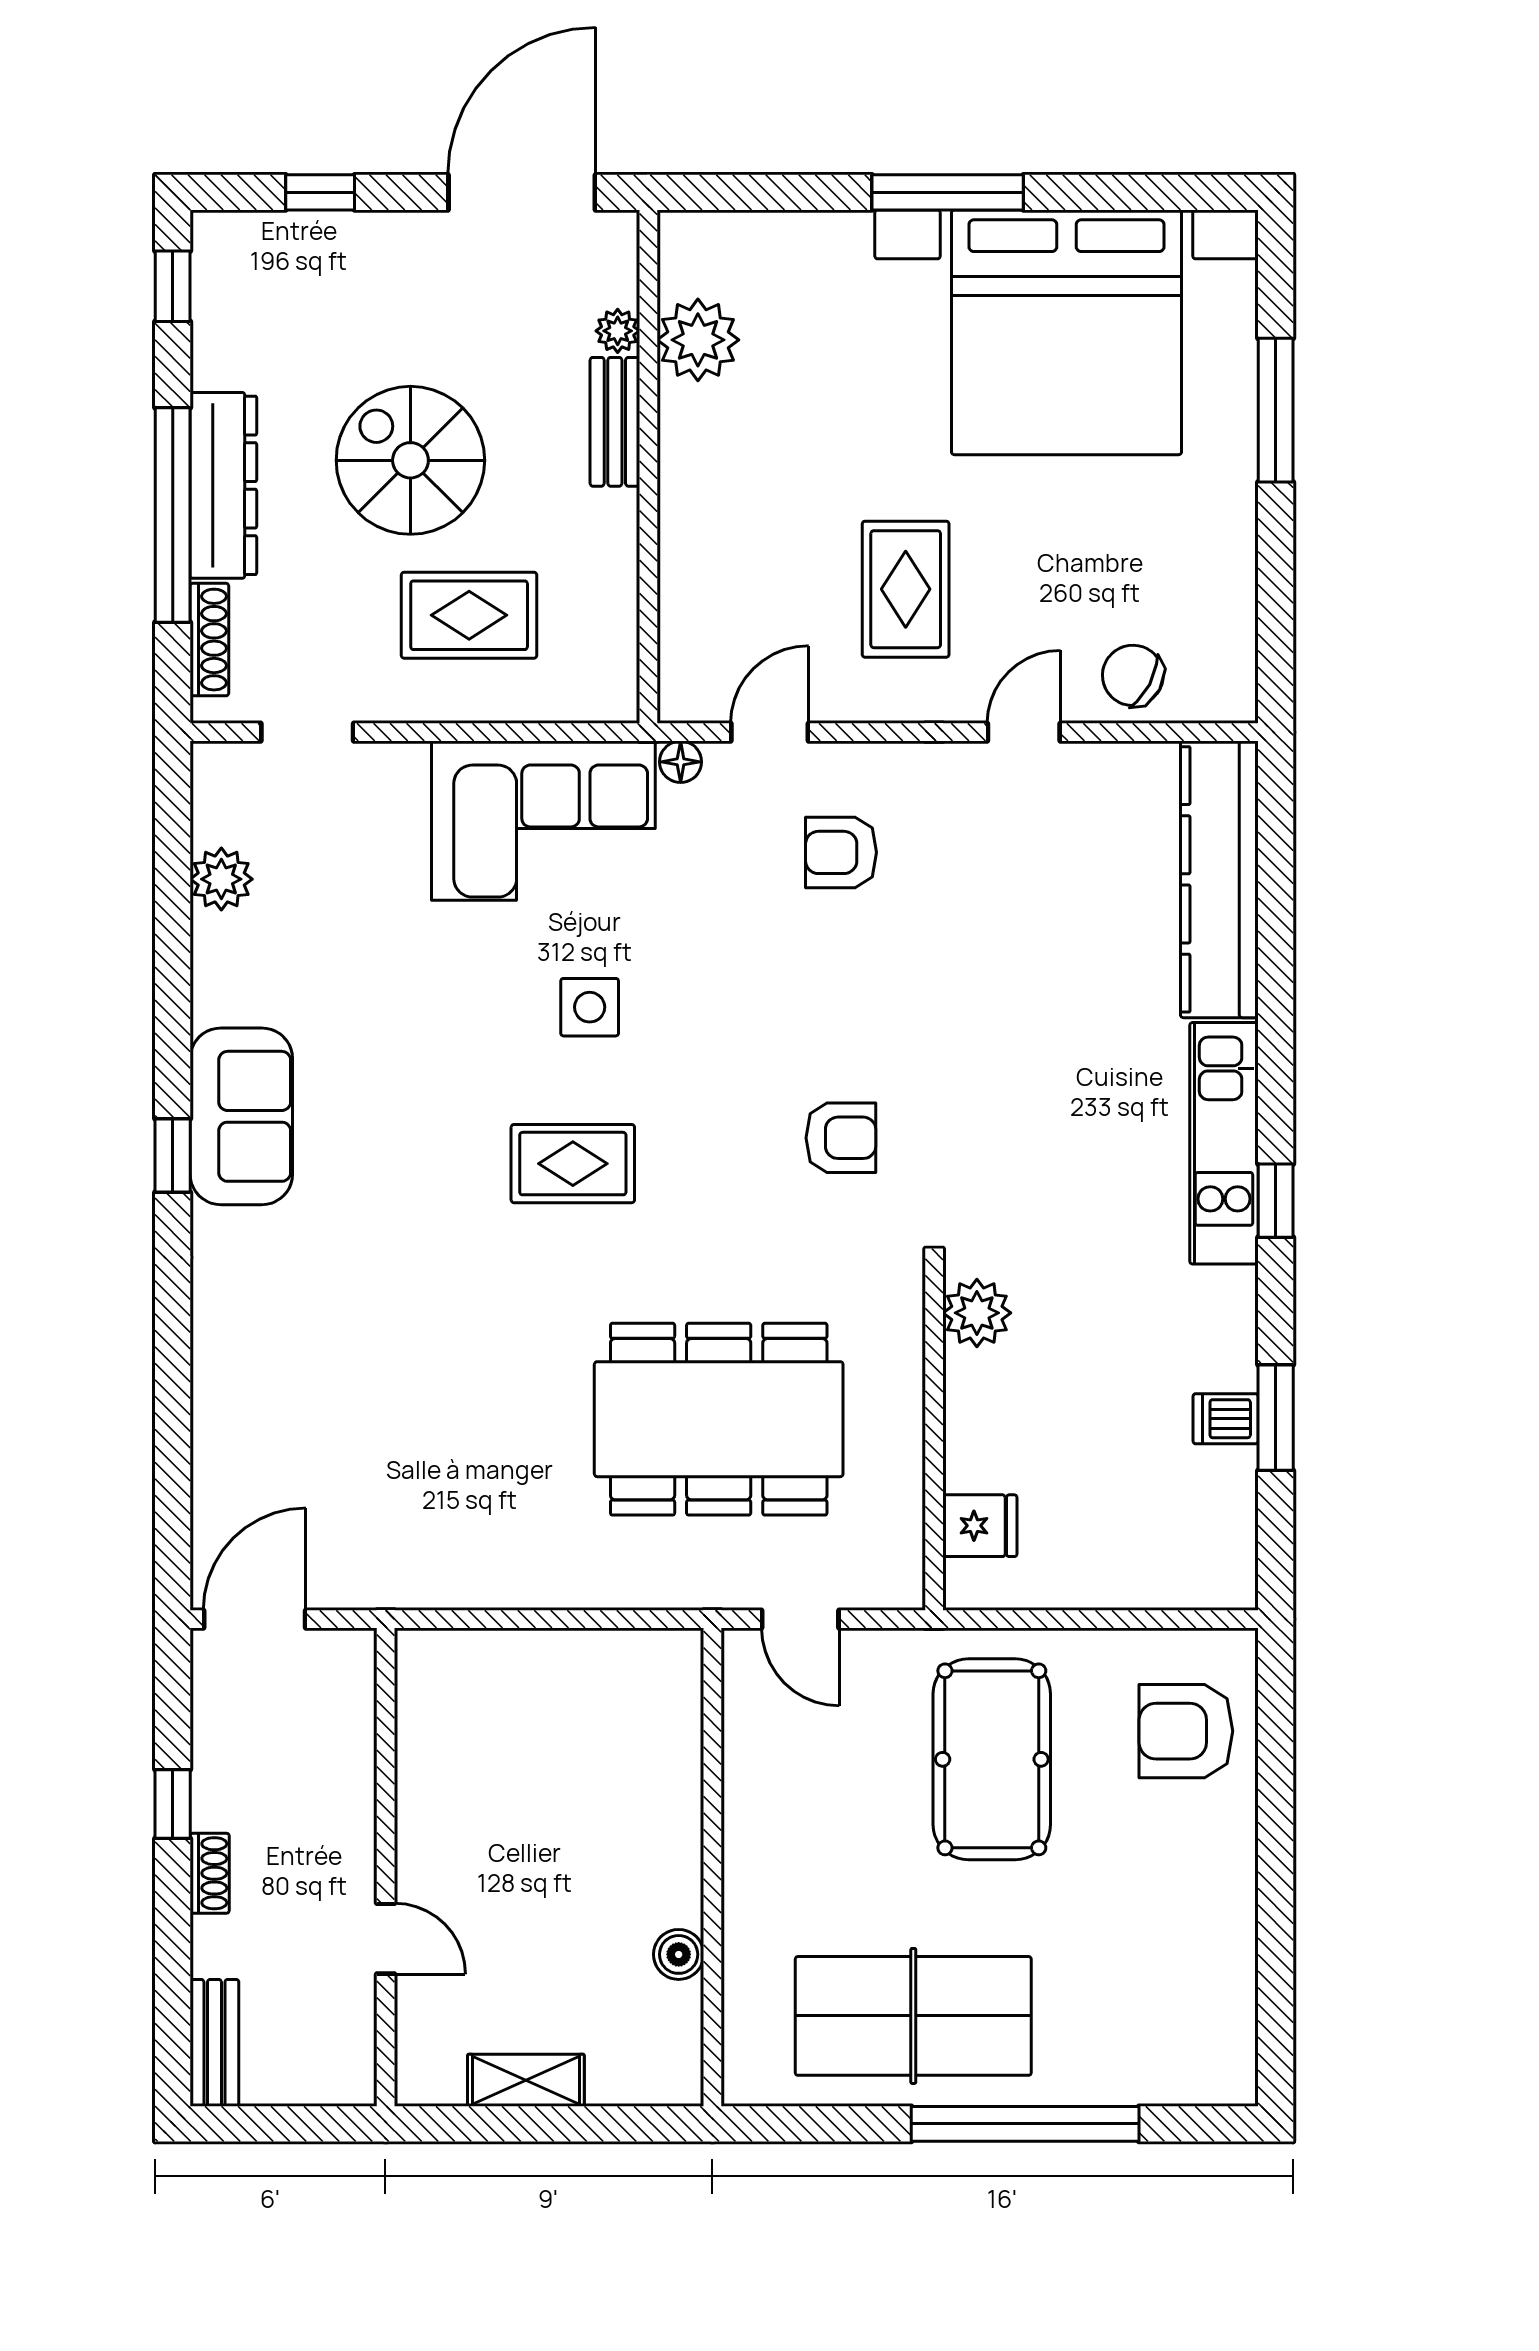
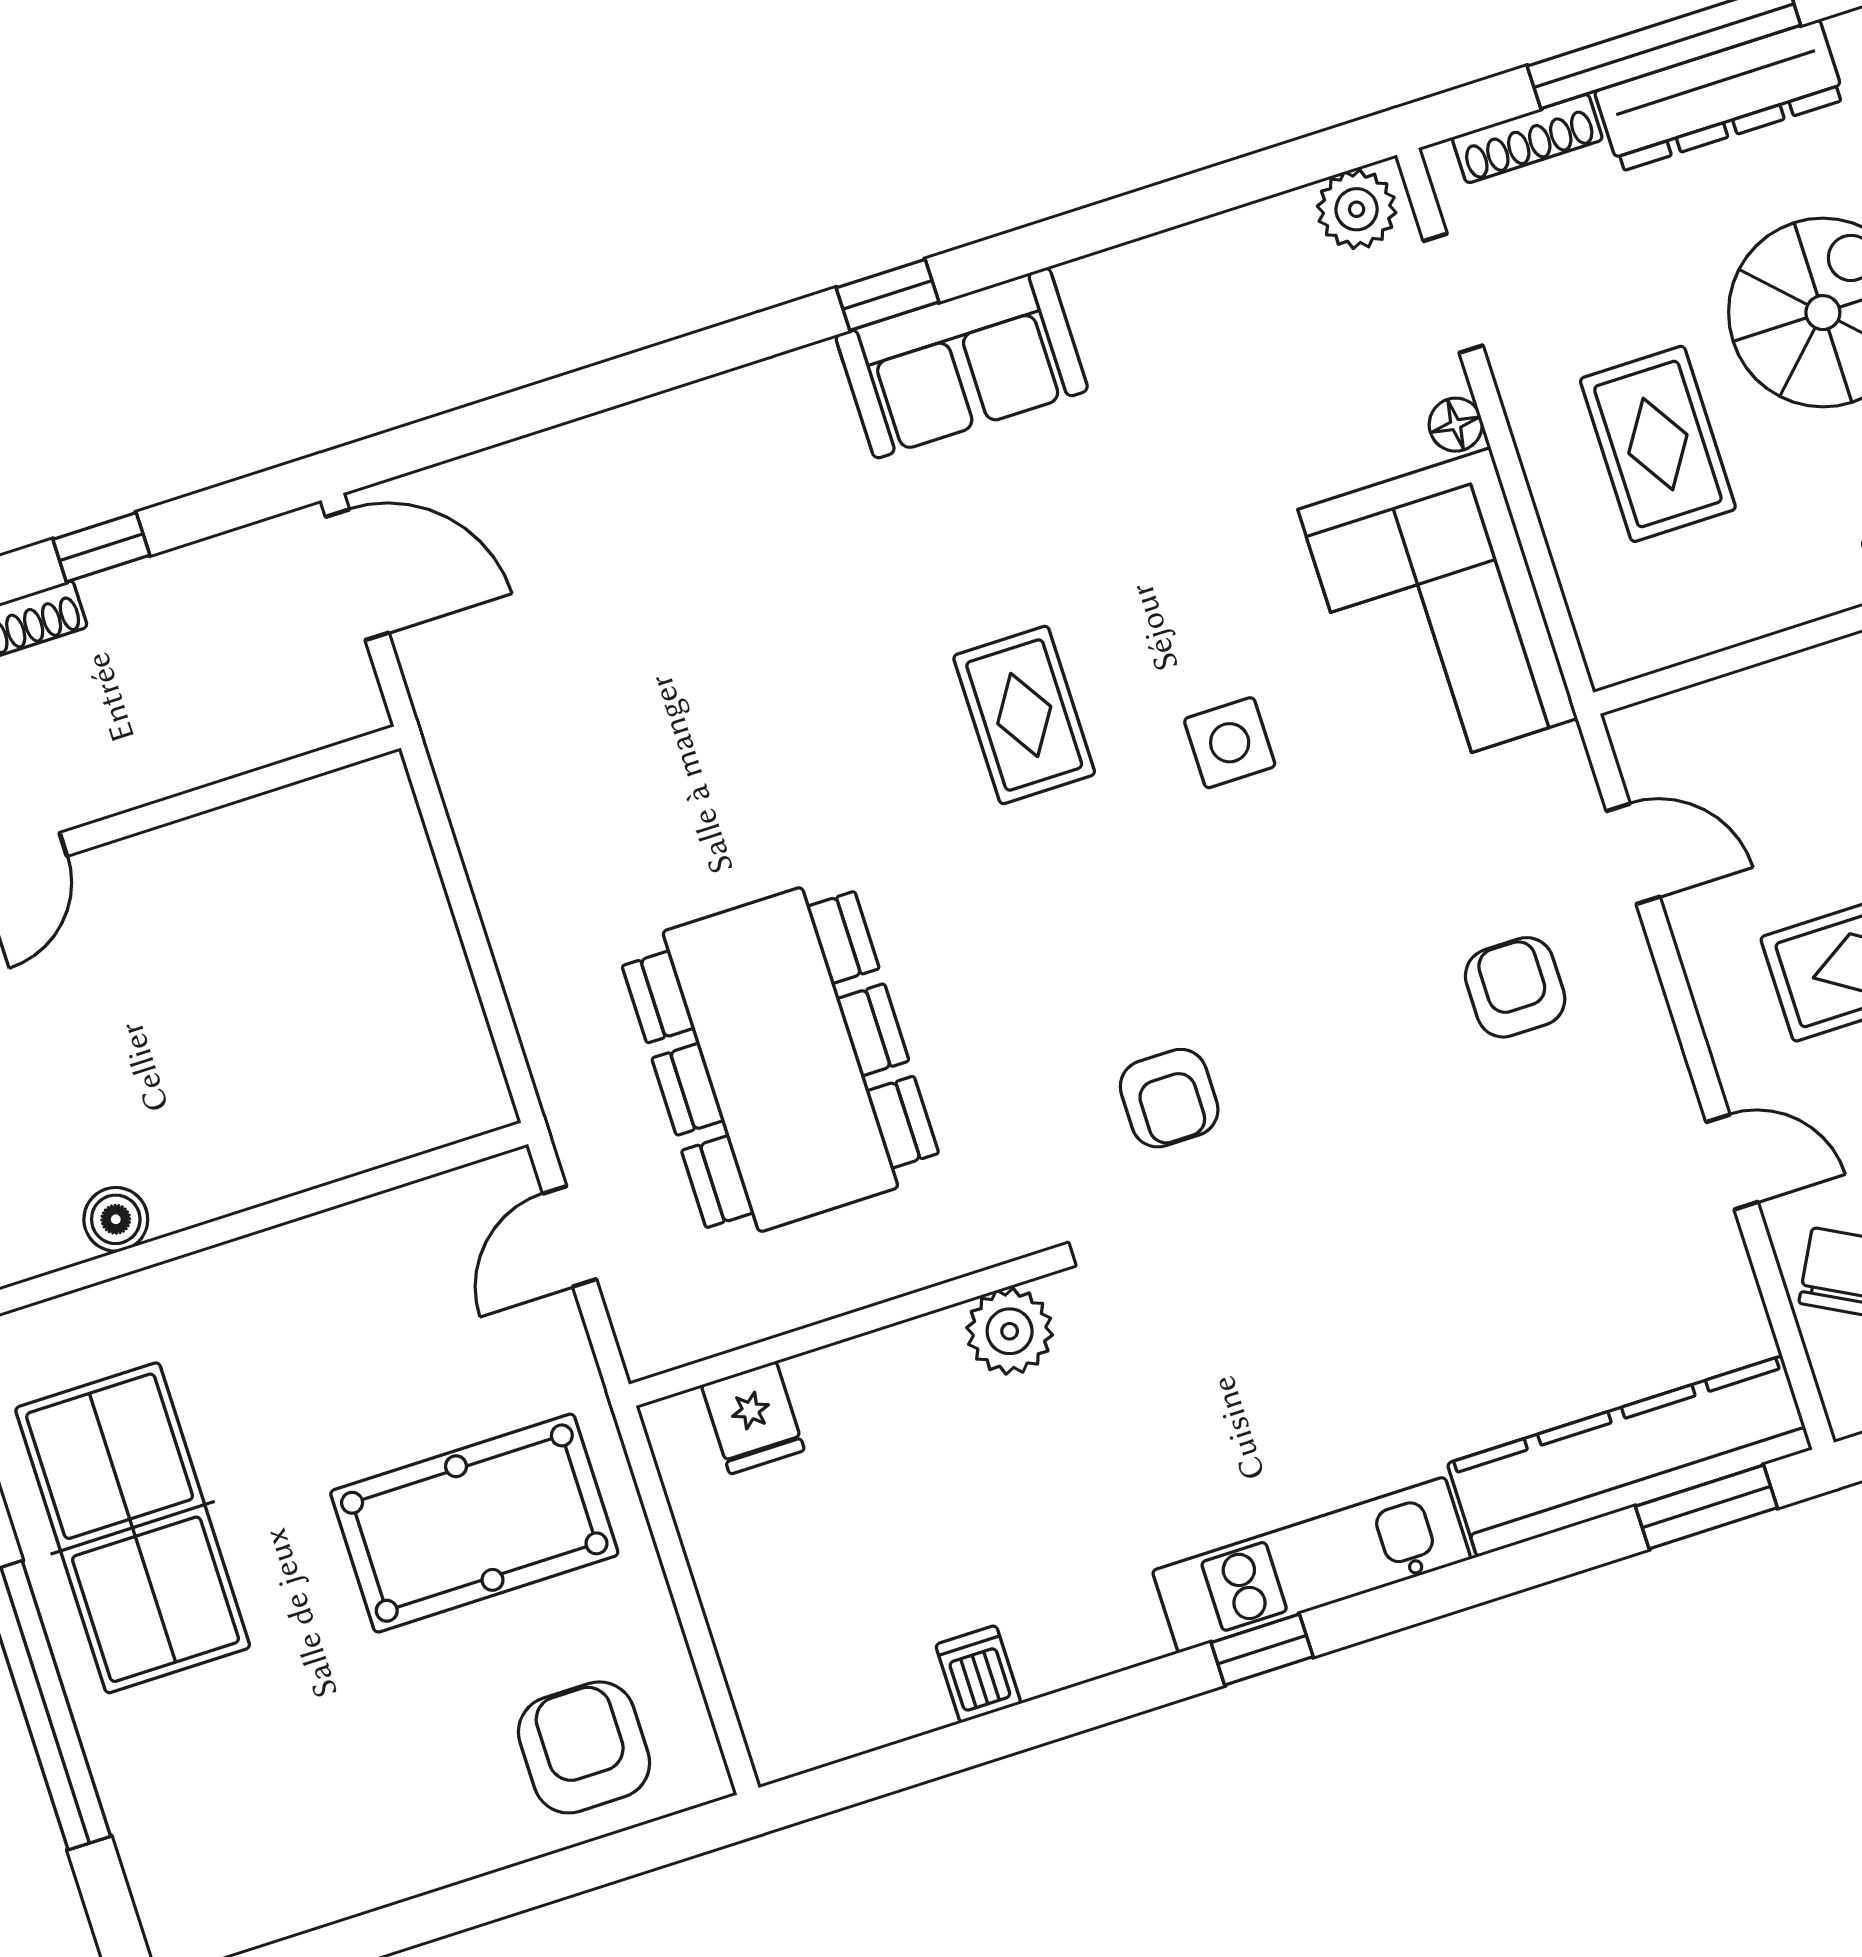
floor lamp: (681, 762) -> (1456, 425), moved
plant: (221, 879) -> (1357, 209), moved
rug: (573, 1164) -> (1024, 715), moved
window: (1276, 1418) -> (1706, 1507), moved

